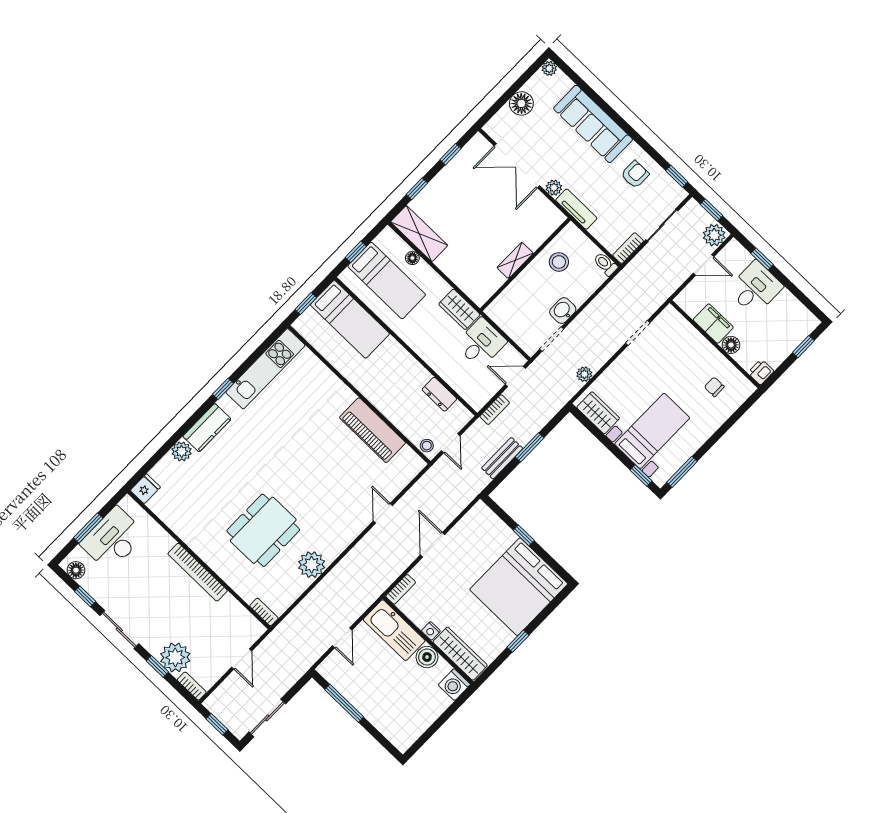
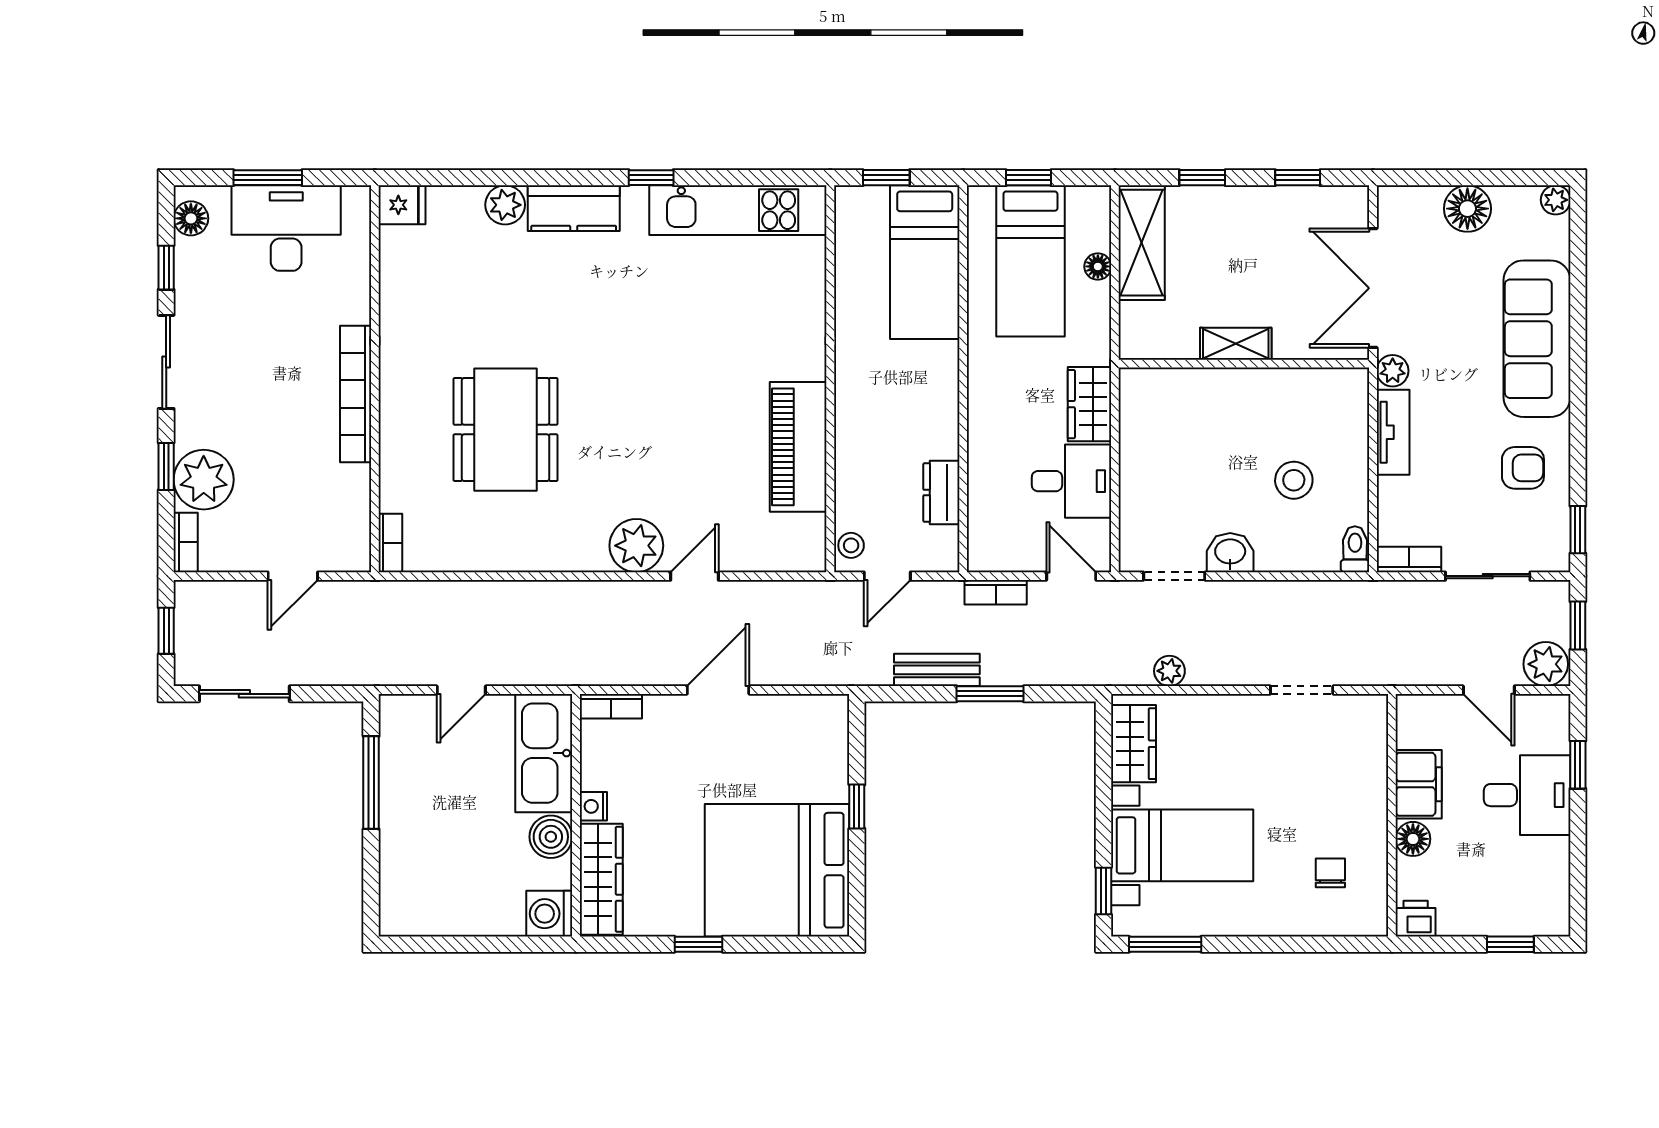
shelving: (515, 260) -> (1236, 344), moved
wall: (525, 264) -> (1244, 364), moved
dining table: (263, 530) -> (506, 430), turned 90
plant: (312, 565) -> (636, 546), moved

